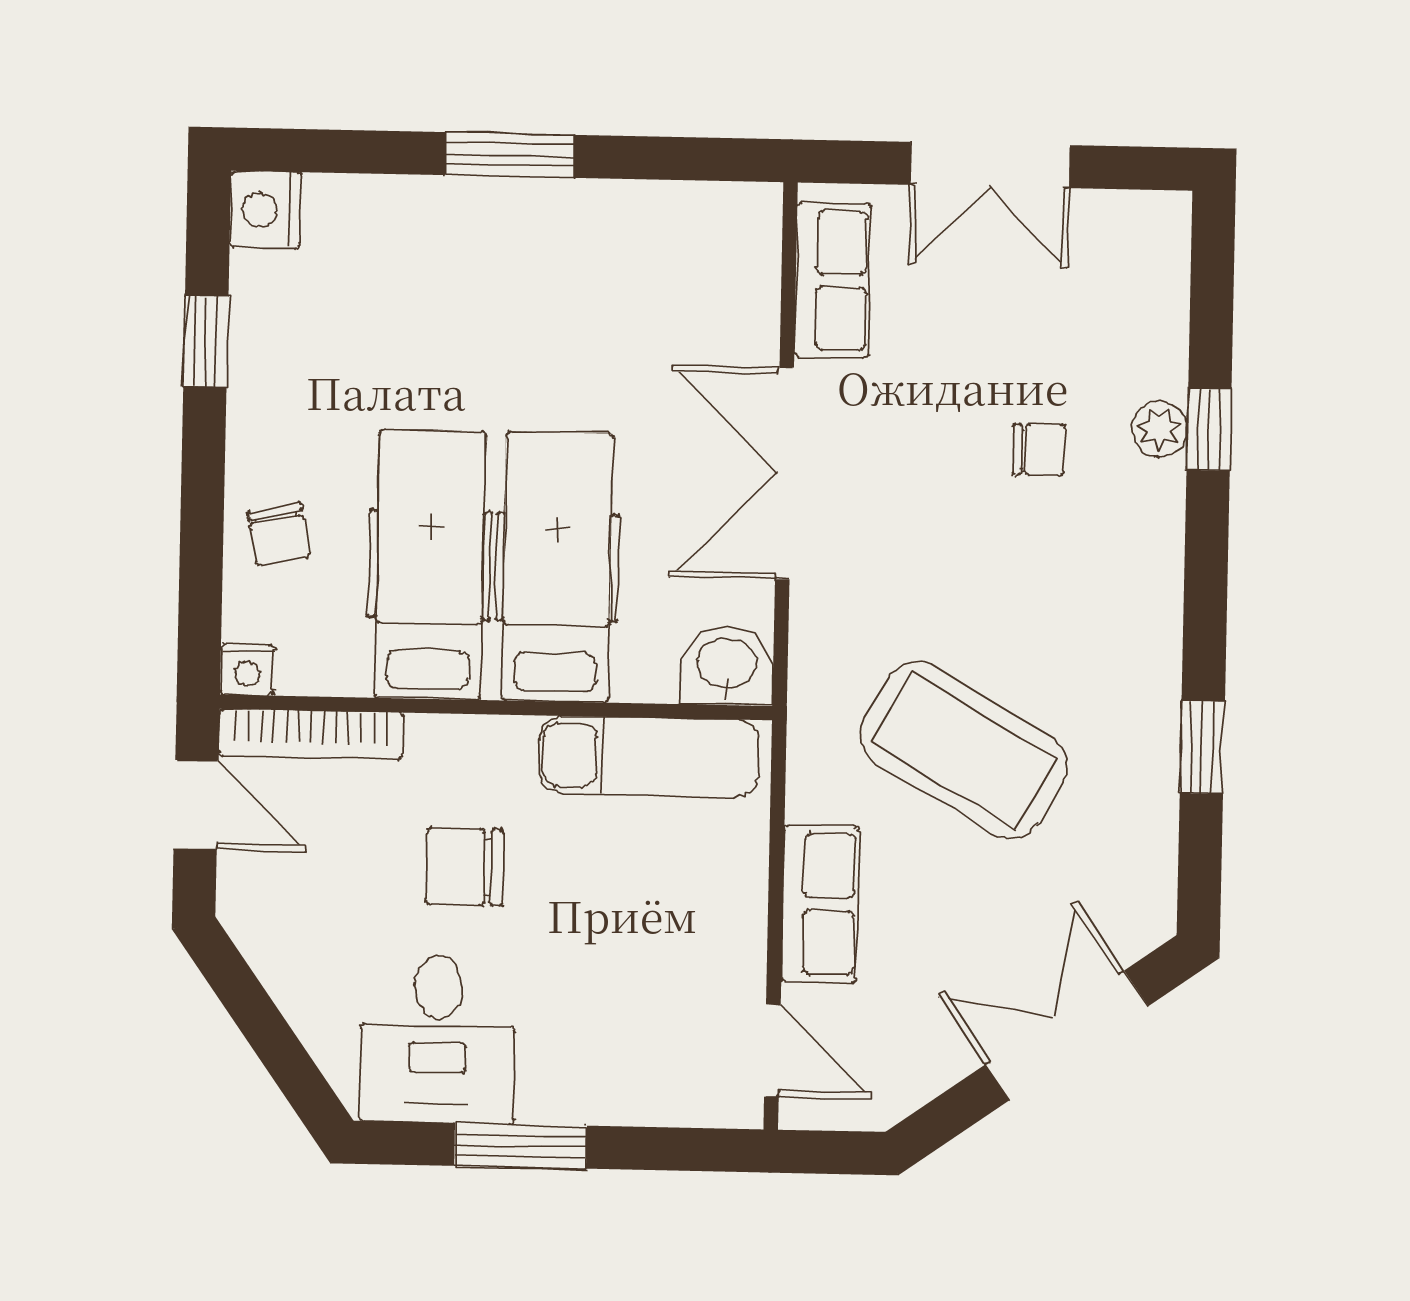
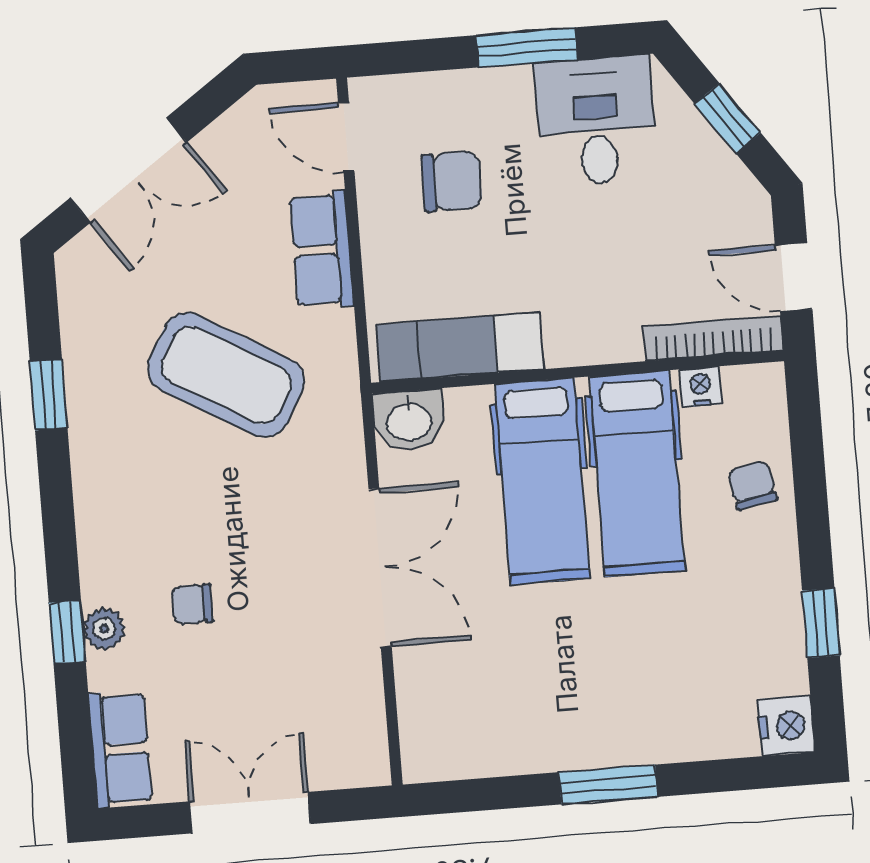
row of seats: (833, 280) -> (120, 749), moved, turned 180
nightstand: (247, 670) -> (700, 387), moved
chair: (465, 867) -> (452, 182), moved
window: (263, 1025) -> (728, 118), added

